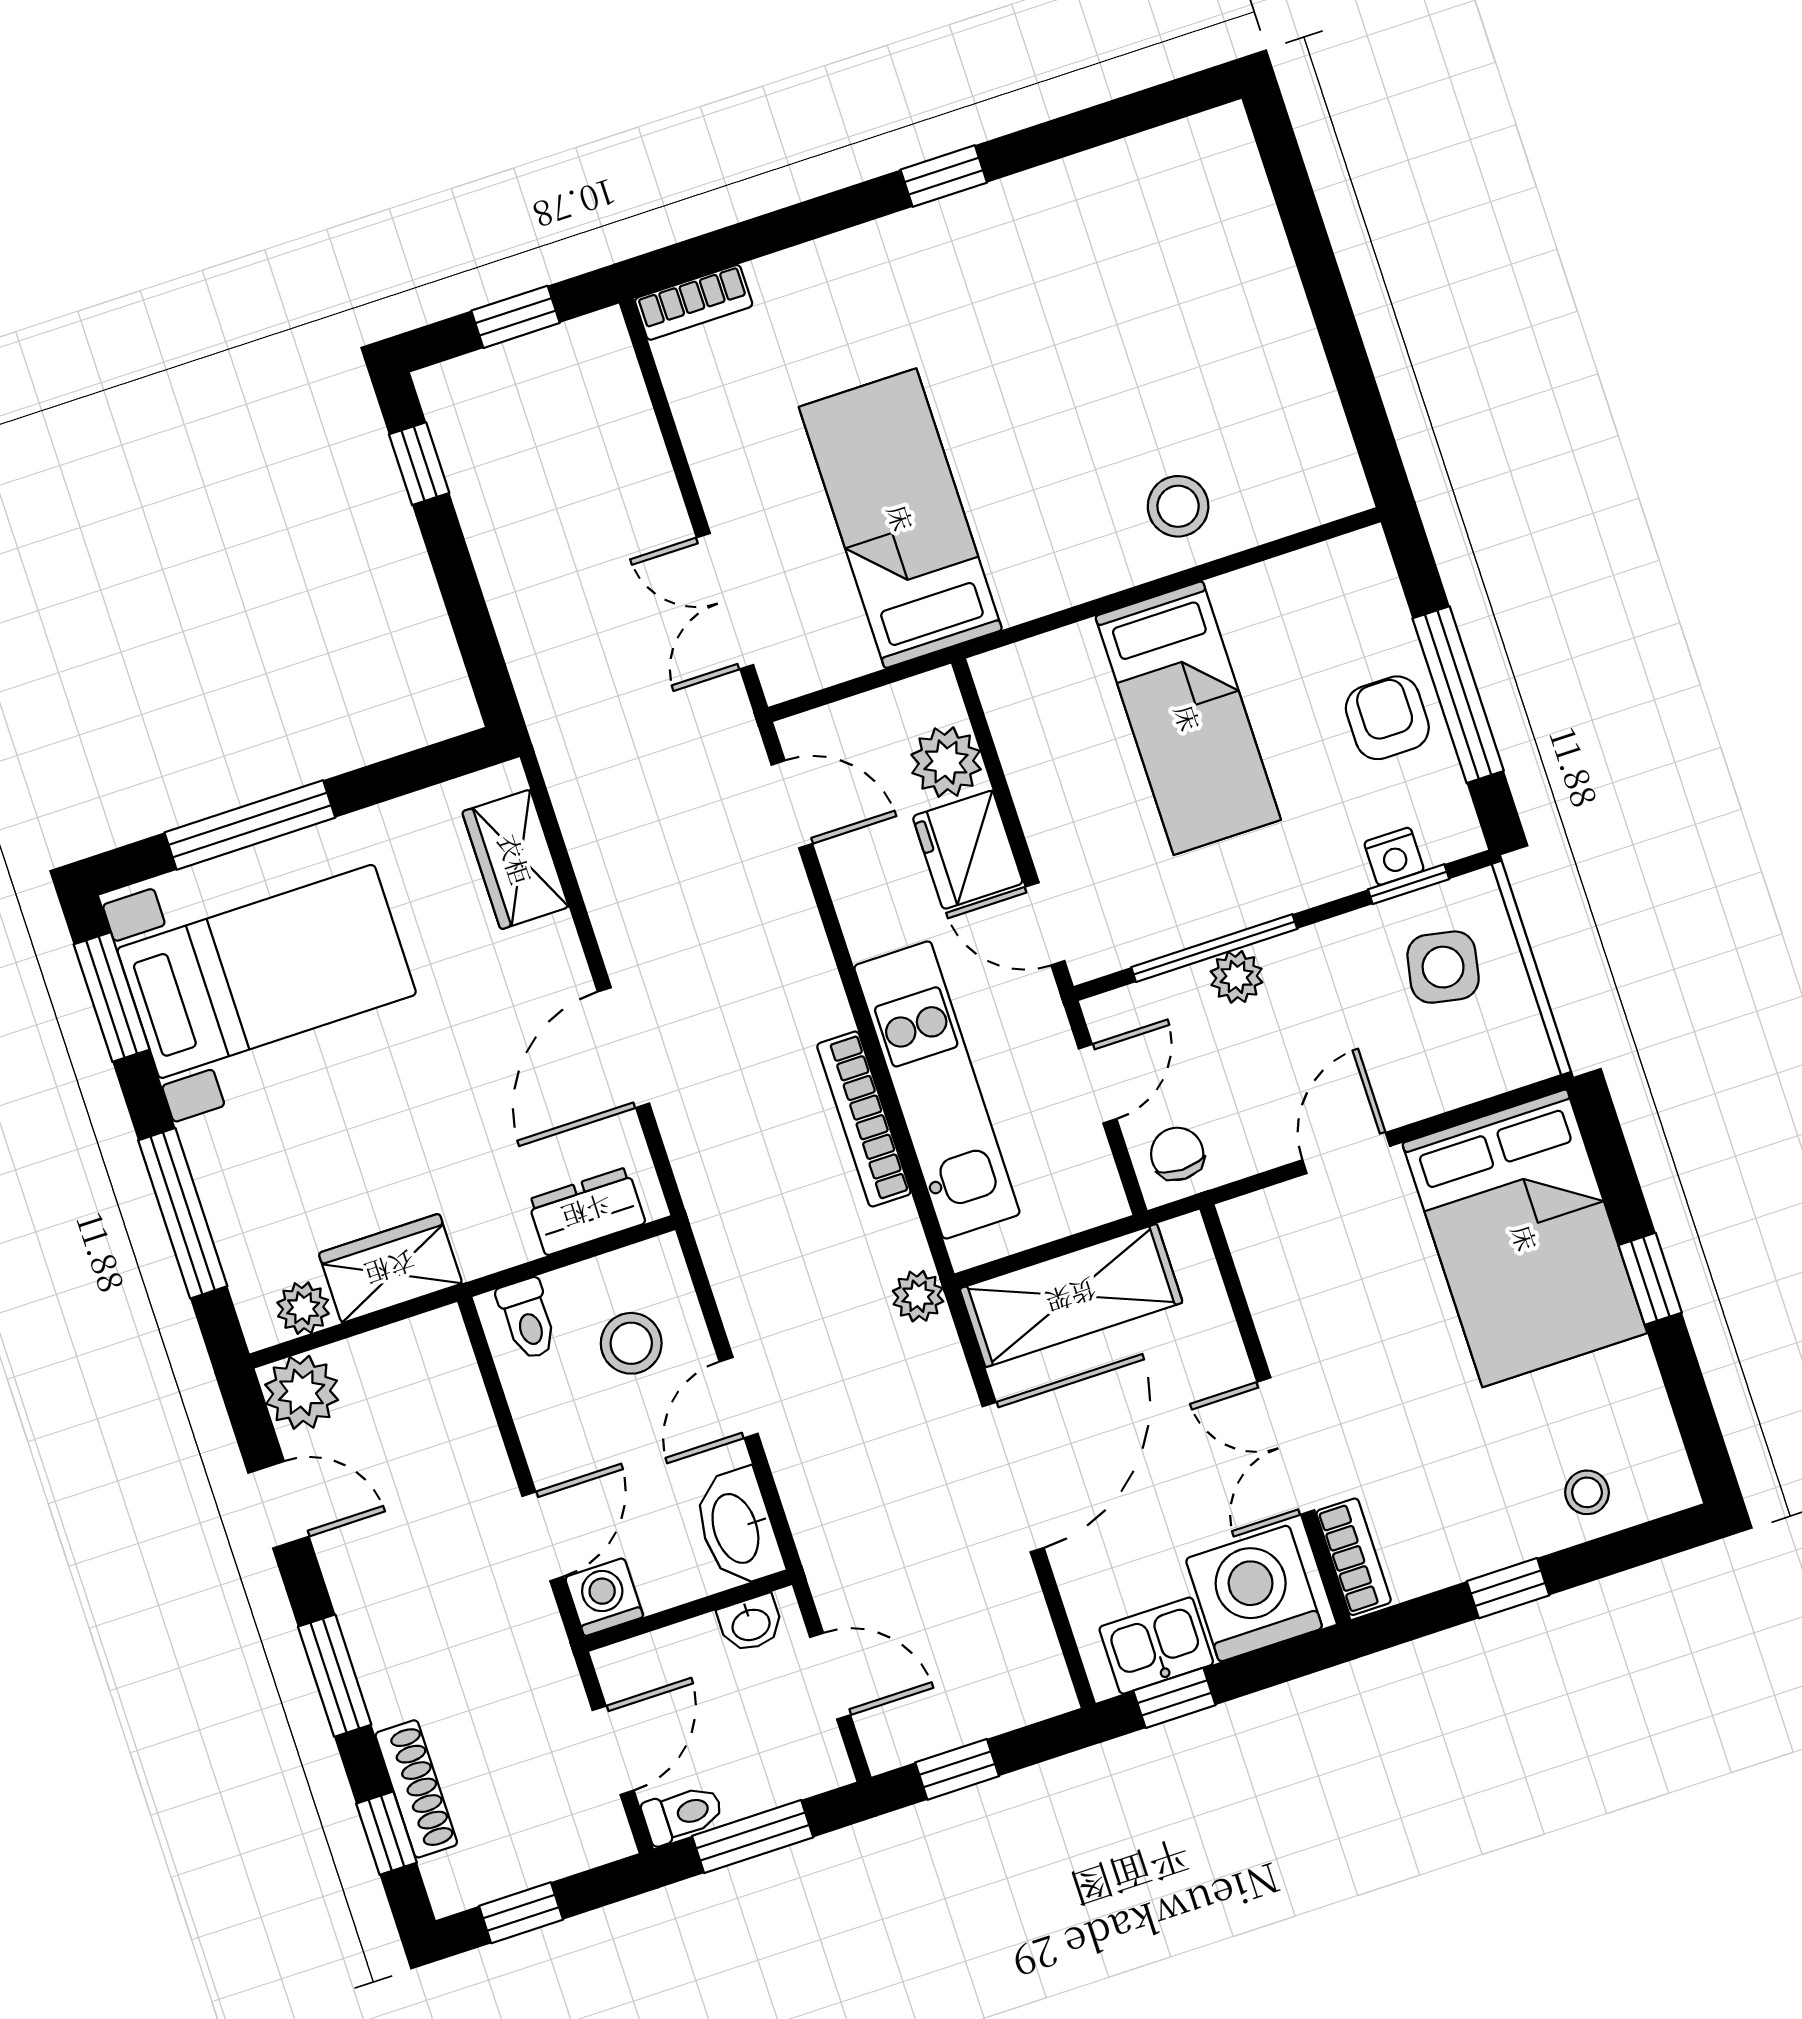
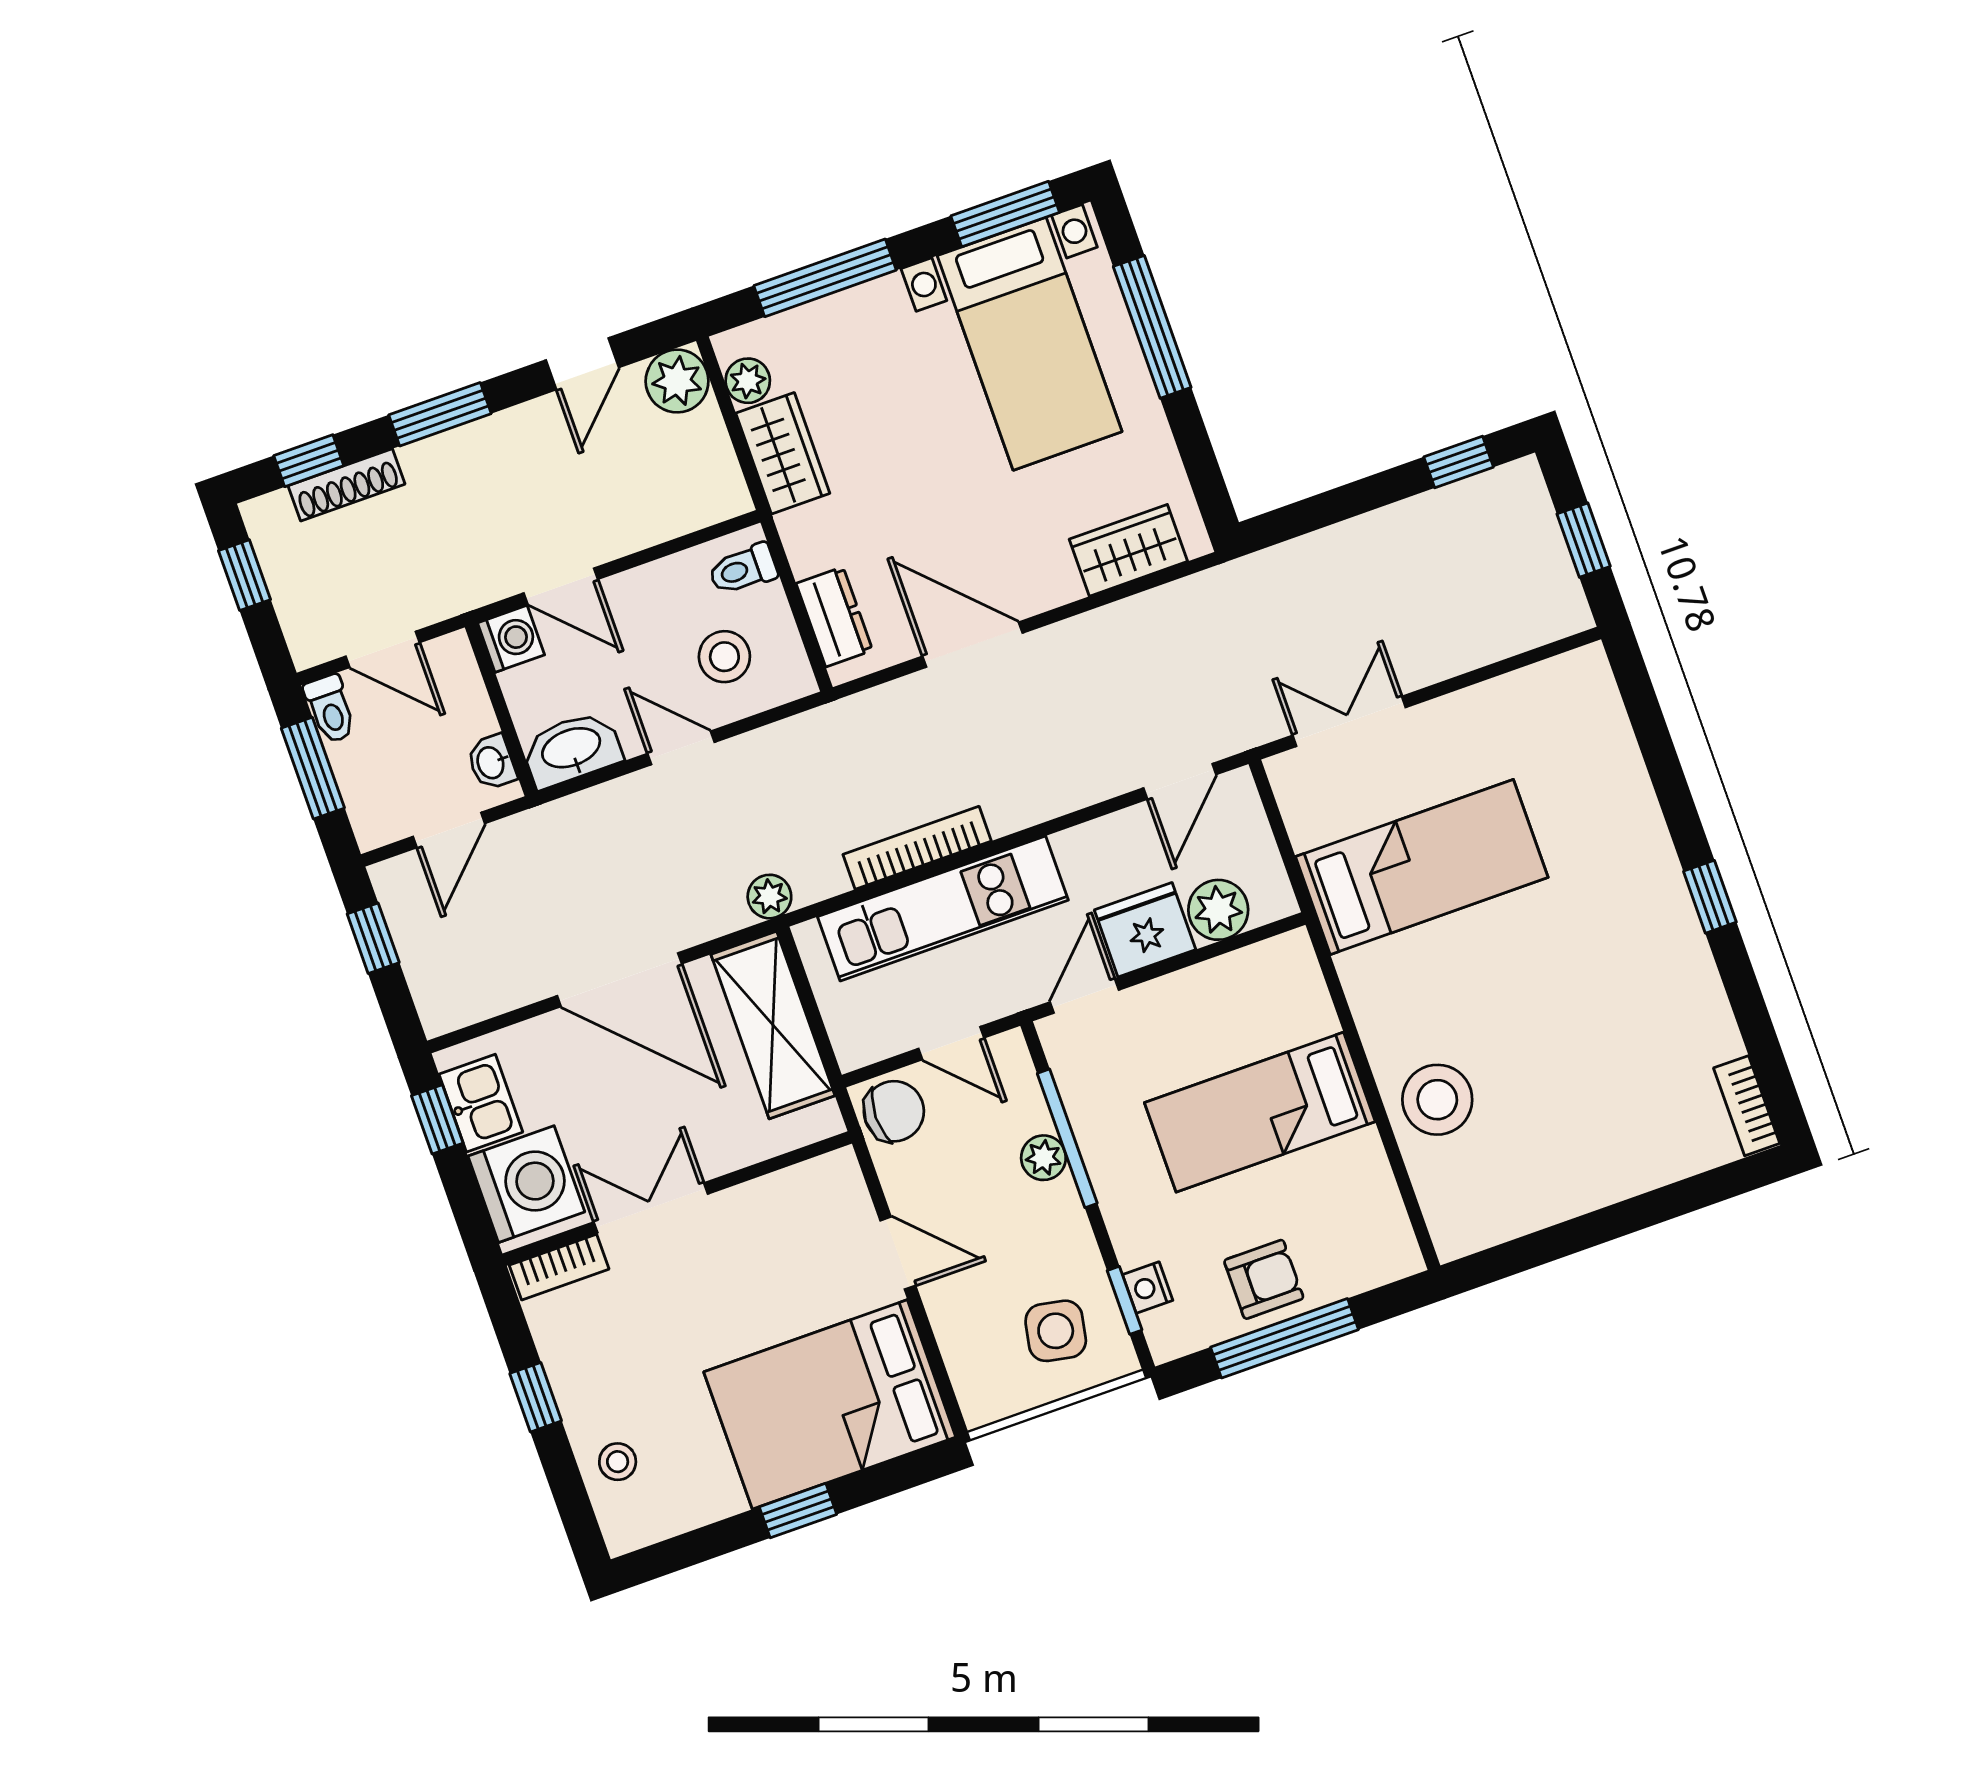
bookcase: (694, 302) -> (1747, 1106), moved
stool: (1178, 506) -> (1437, 1100), width x1.38, depth x1.38
chair: (1177, 1154) -> (894, 1111), width x1.37, depth x1.37

